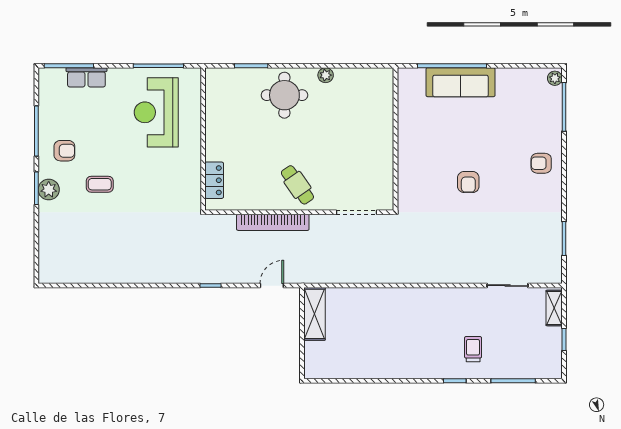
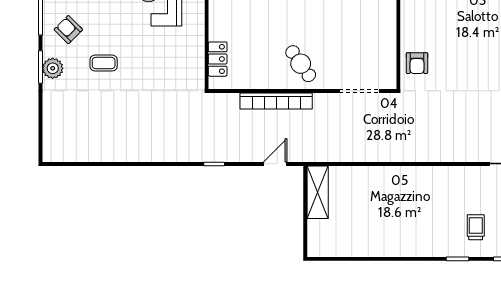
armchair: (64, 151) -> (68, 30), turned -135
armchair: (468, 182) -> (417, 63), moved

